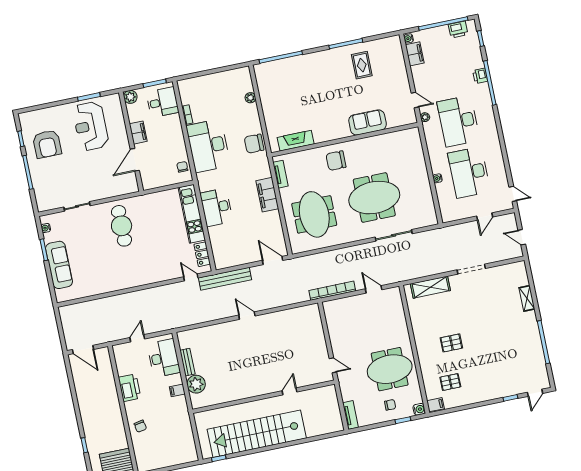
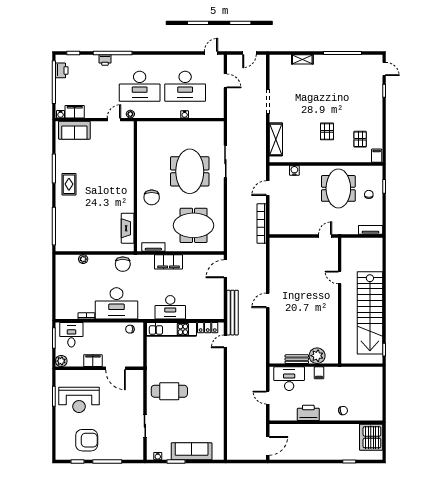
rug: (362, 65) -> (69, 184), moved, turned 90
sofa: (368, 122) -> (74, 130), moved, turned -90
water cooler: (419, 409) -> (294, 170), moved

